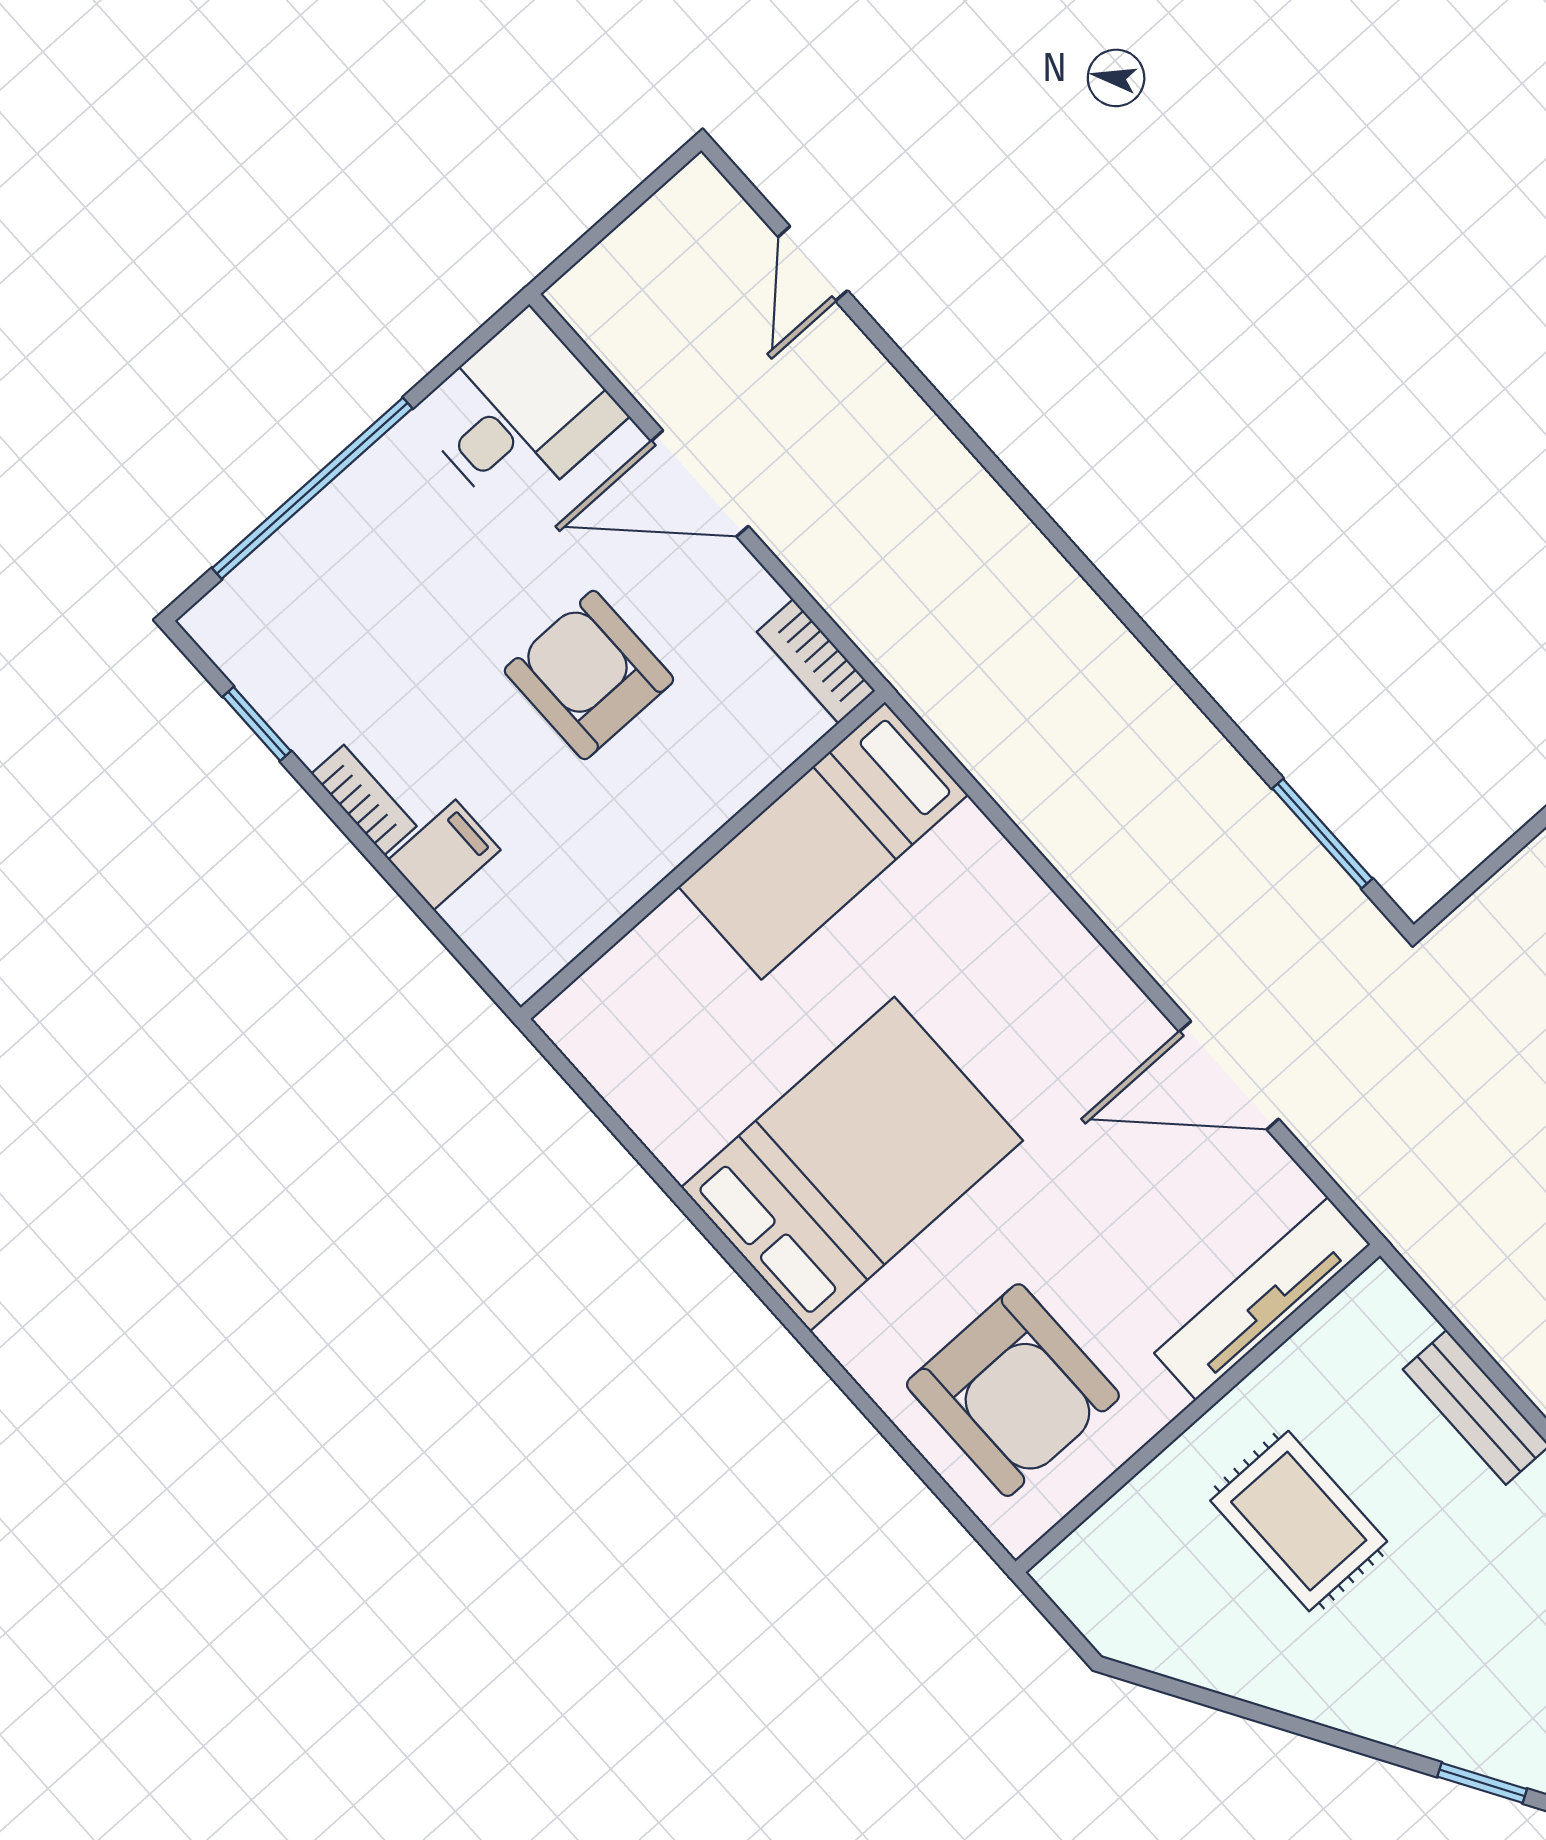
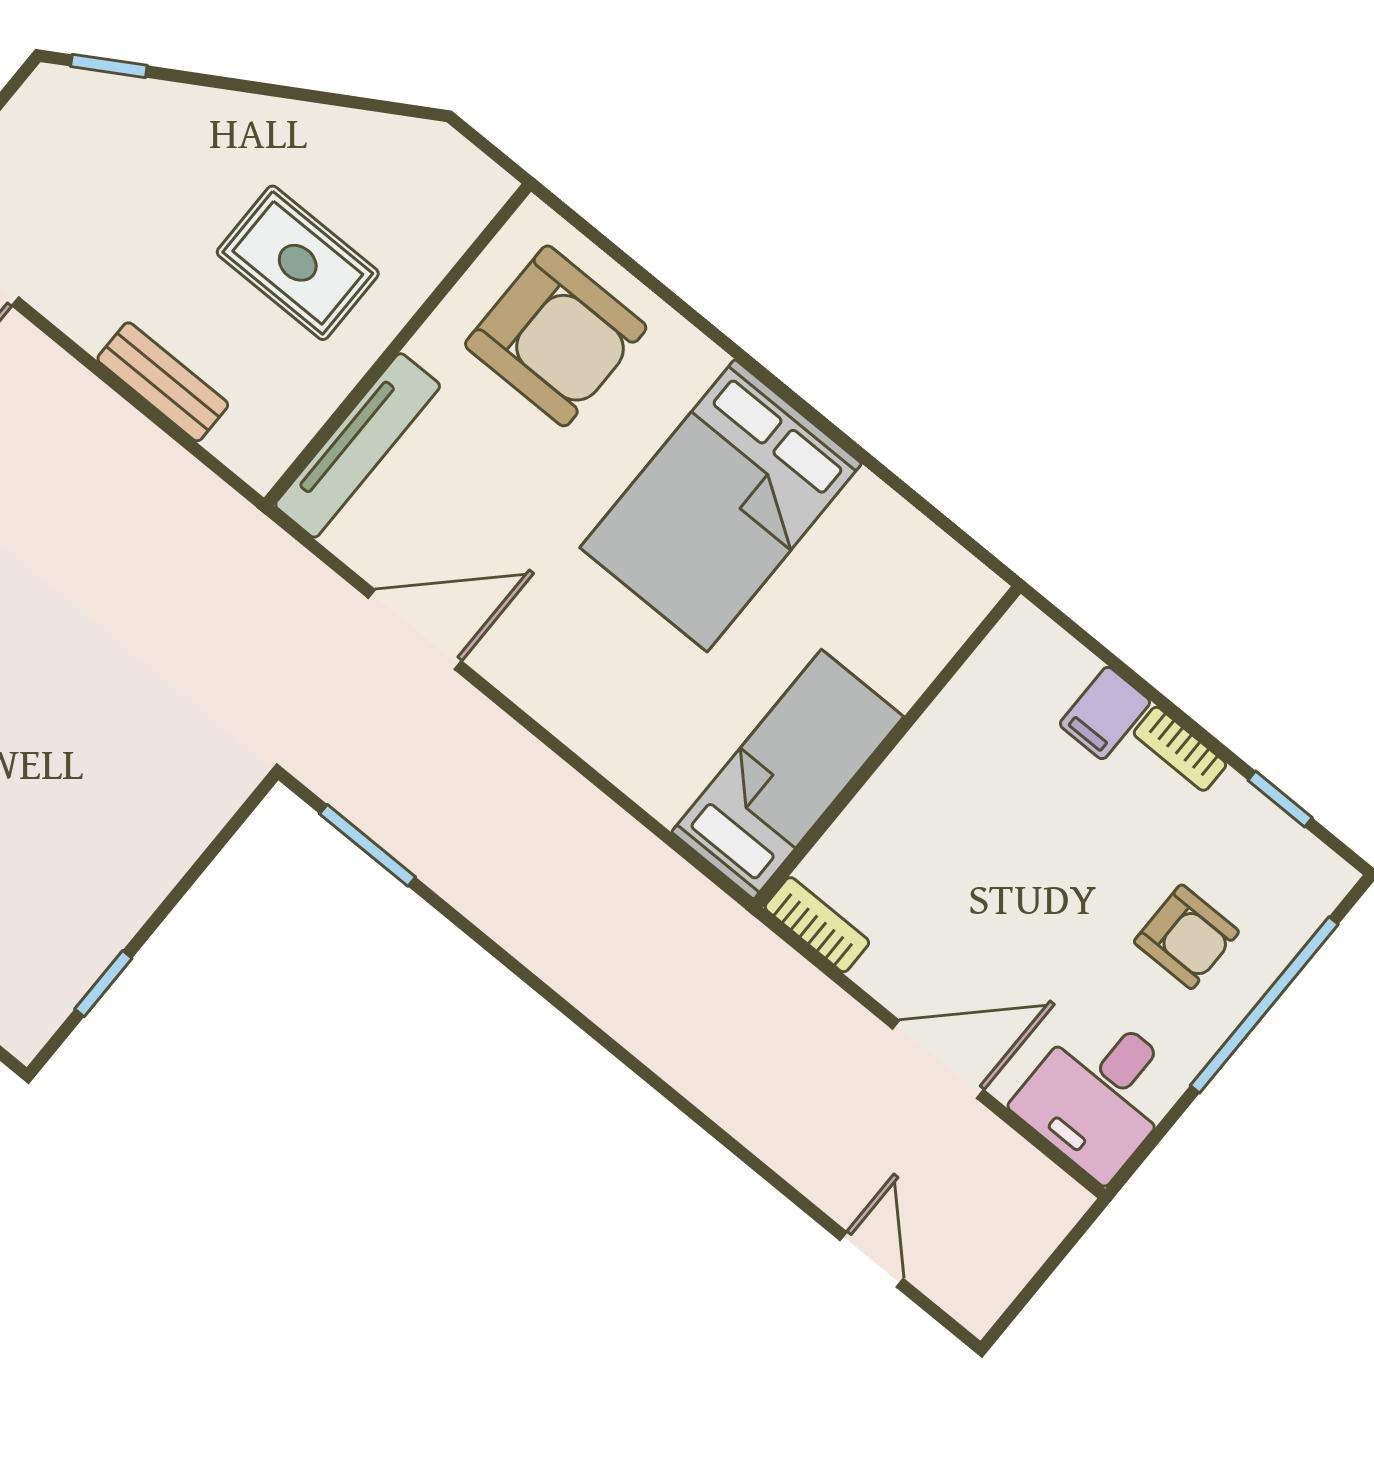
armchair: (589, 675) -> (1186, 937), moved, width x0.72, depth x0.72
armchair: (1013, 1390) -> (556, 336), turned 180

